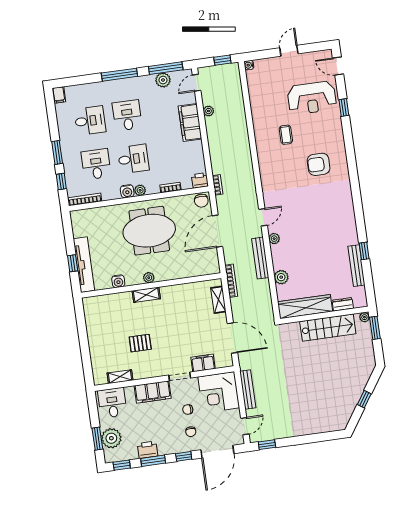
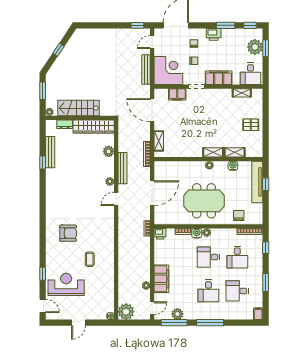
window: (222, 60) -> (130, 323), removed
plant: (230, 74) -> (126, 312), added
window: (57, 152) -> (266, 283), moved
water cooler: (127, 191) -> (197, 233), moved
chair: (201, 201) -> (239, 215), moved
shelving: (119, 299) -> (235, 152), added
window: (375, 328) -> (43, 91), moved
pallet: (140, 343) -> (251, 125), moved
printer: (147, 450) -> (214, 34), moved
window: (184, 456) -> (202, 25), removed

